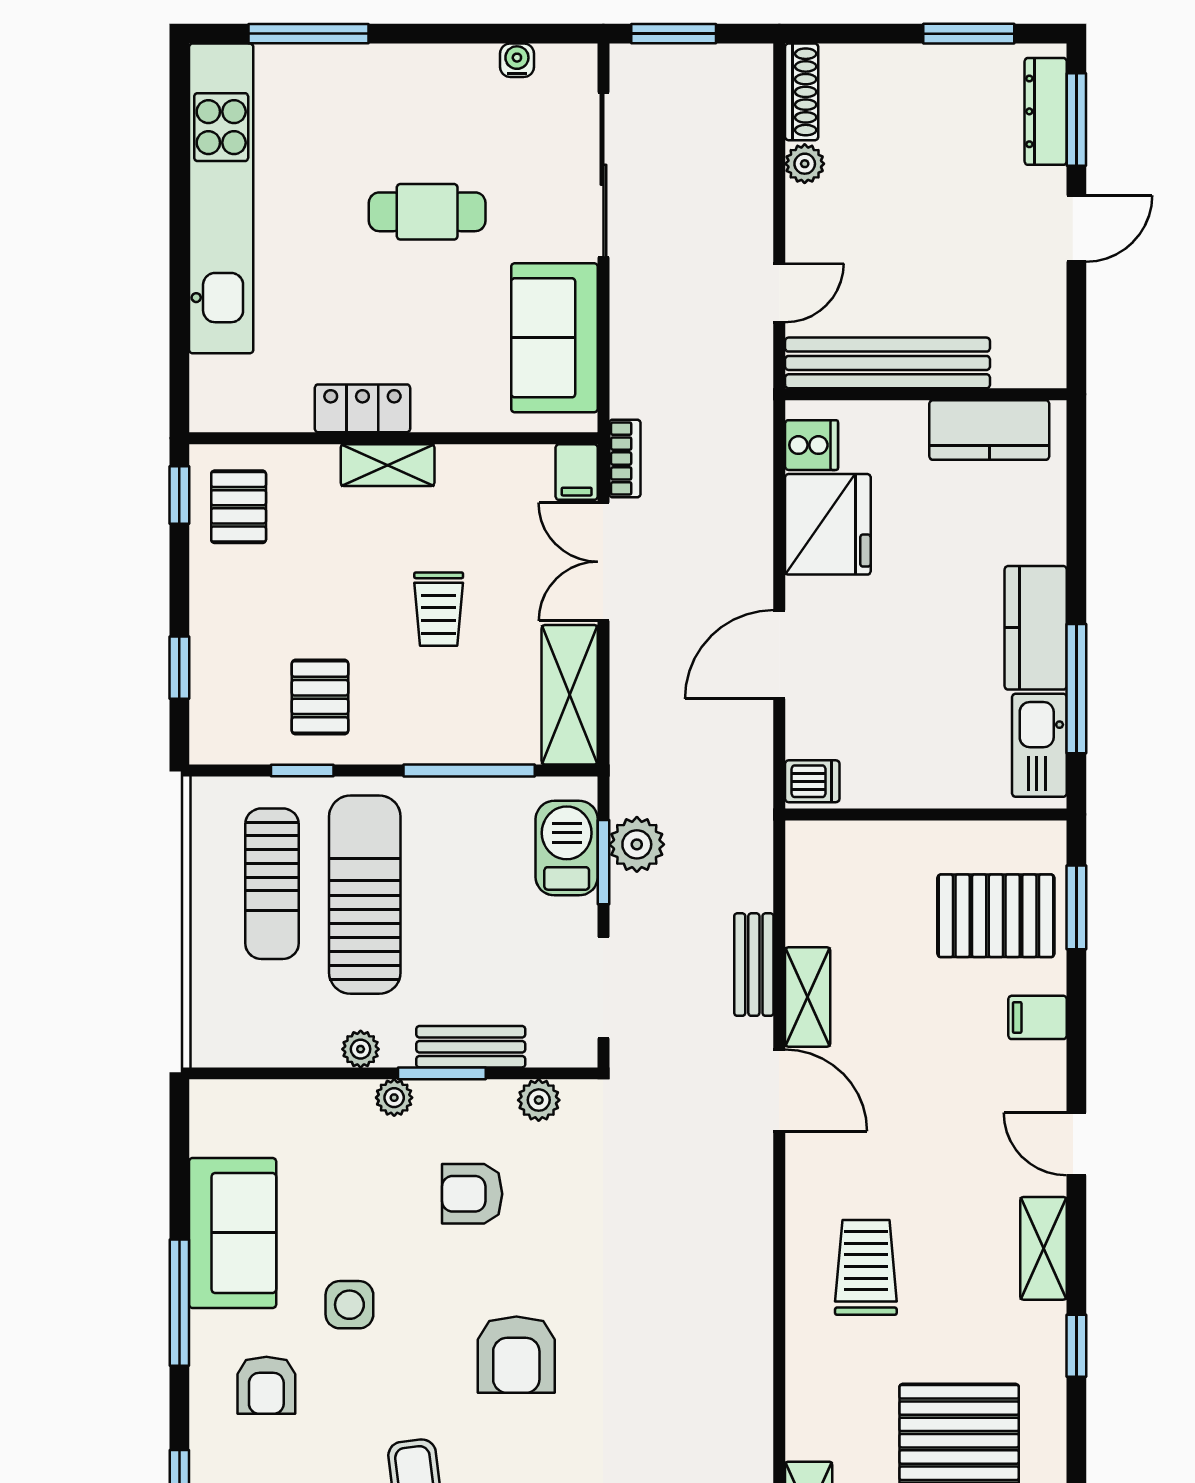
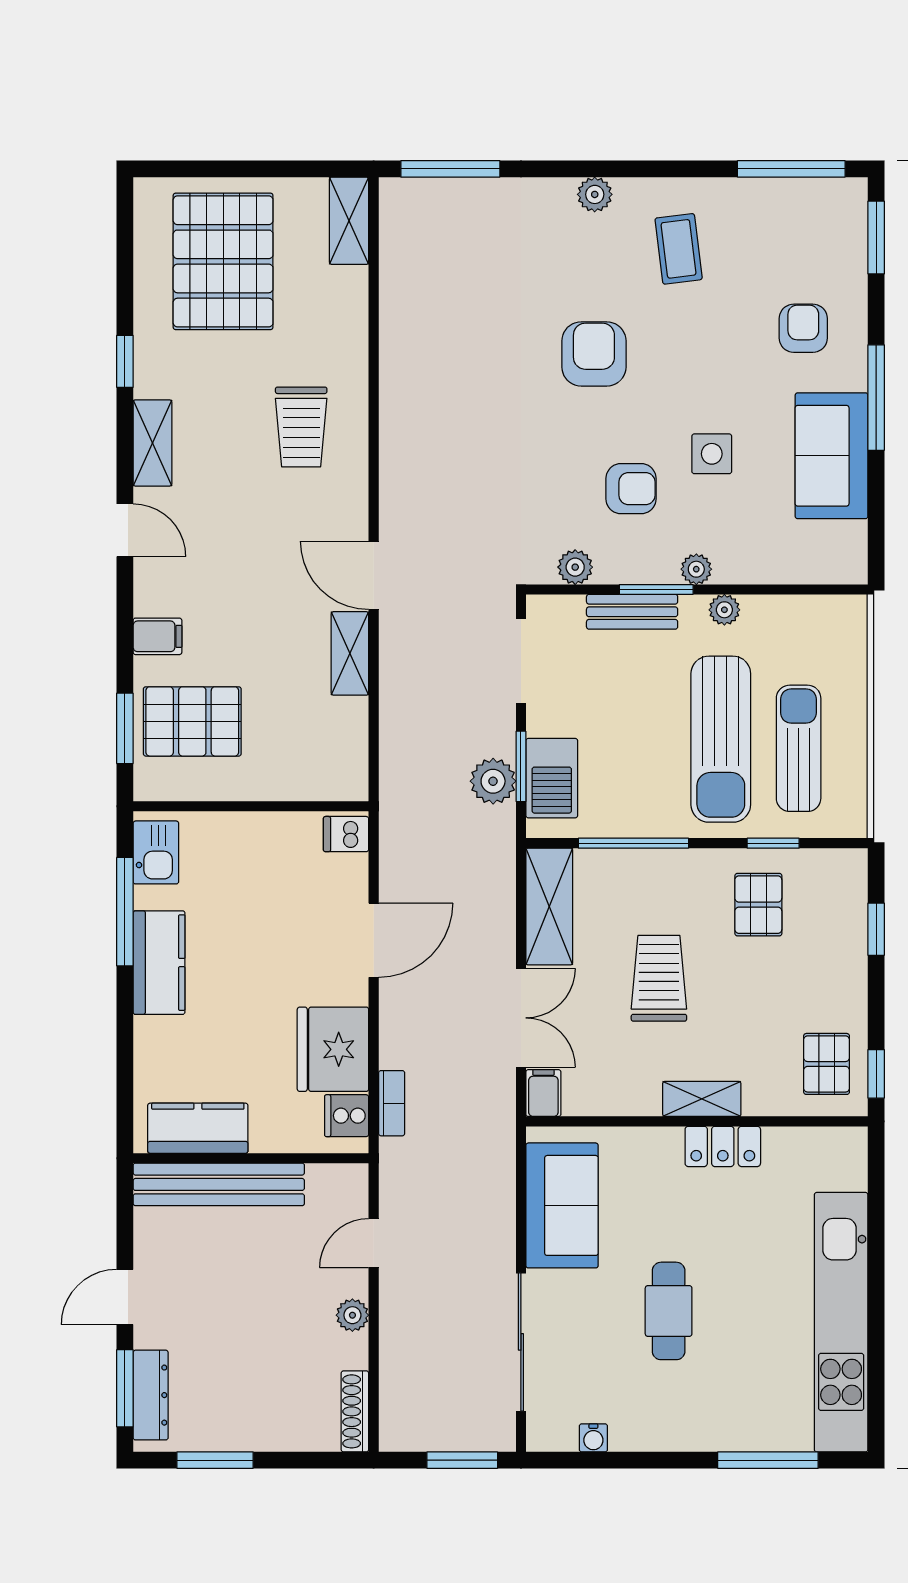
plant: (805, 164) -> (352, 1315), moved
cafe table: (427, 212) -> (669, 1311), turned 90
bench: (888, 363) -> (219, 1184), moved
bookcase: (625, 459) -> (392, 1103), moved, turned 180
trolley: (439, 609) -> (659, 978), width x1.36, depth x1.39
kitchen sink: (1039, 745) -> (156, 852), width x0.73
bench: (754, 965) -> (395, 681), removed
side table: (349, 1305) -> (712, 454), moved

